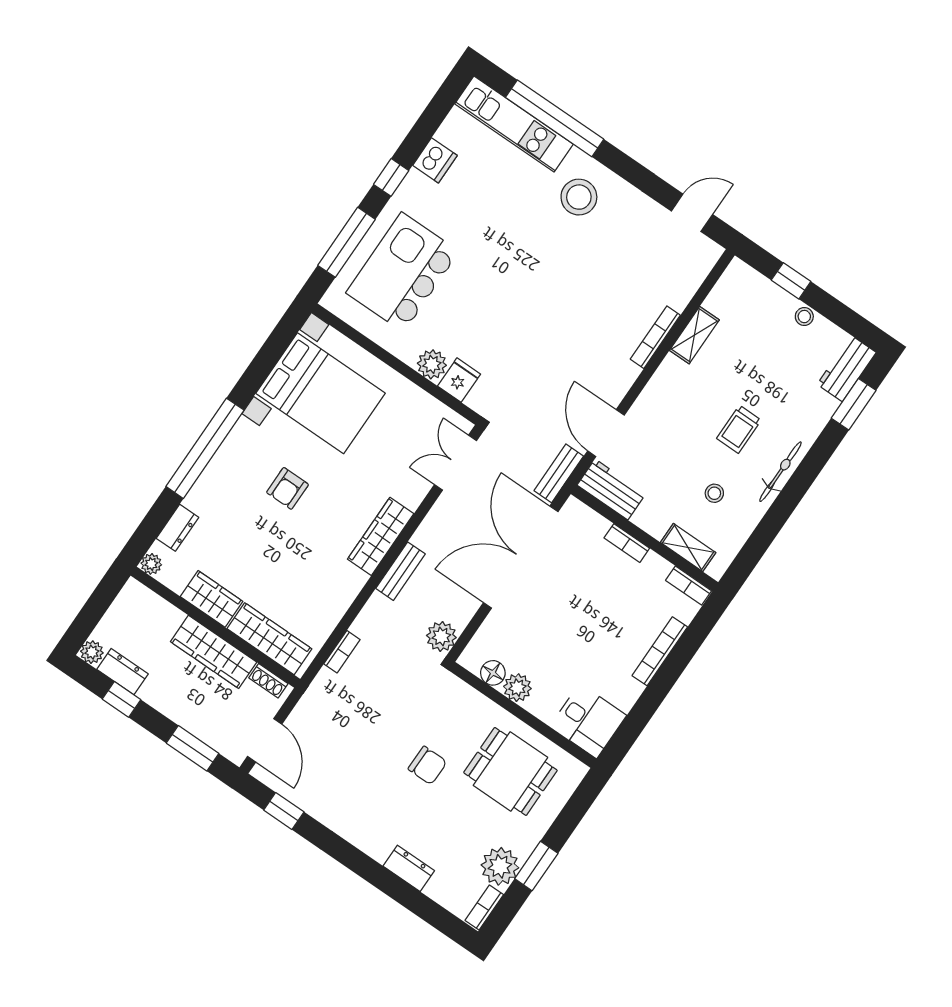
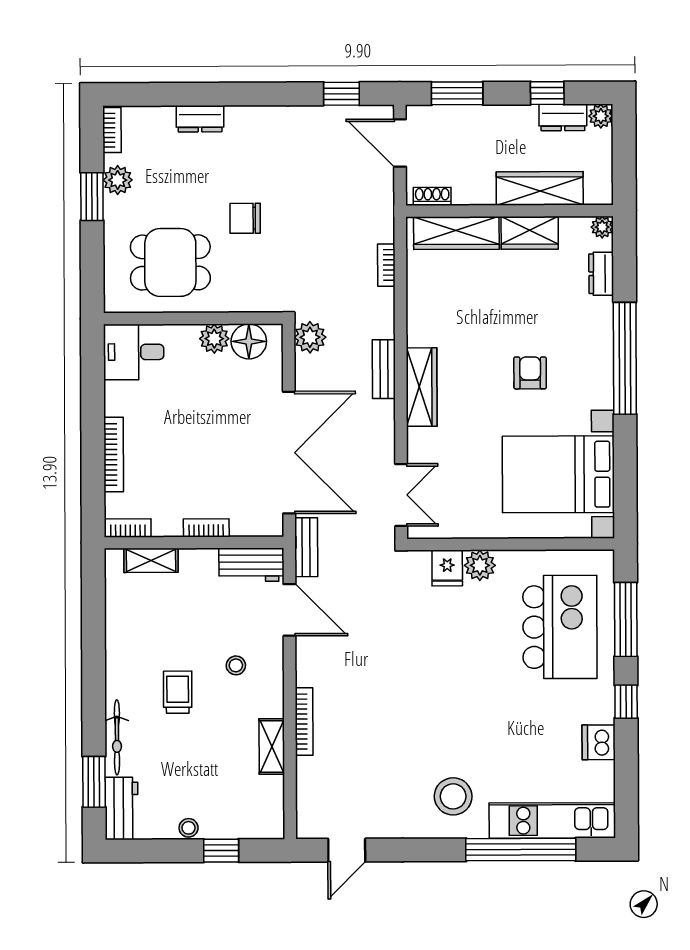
bicycle: (780, 472) -> (117, 737), moved
stool: (714, 493) -> (236, 665), moved
wardrobe: (214, 652) -> (540, 188), moved
floor lamp: (493, 673) -> (249, 341), width x1.38, depth x1.38
plant: (500, 866) -> (118, 180), width x0.73, depth x0.73

